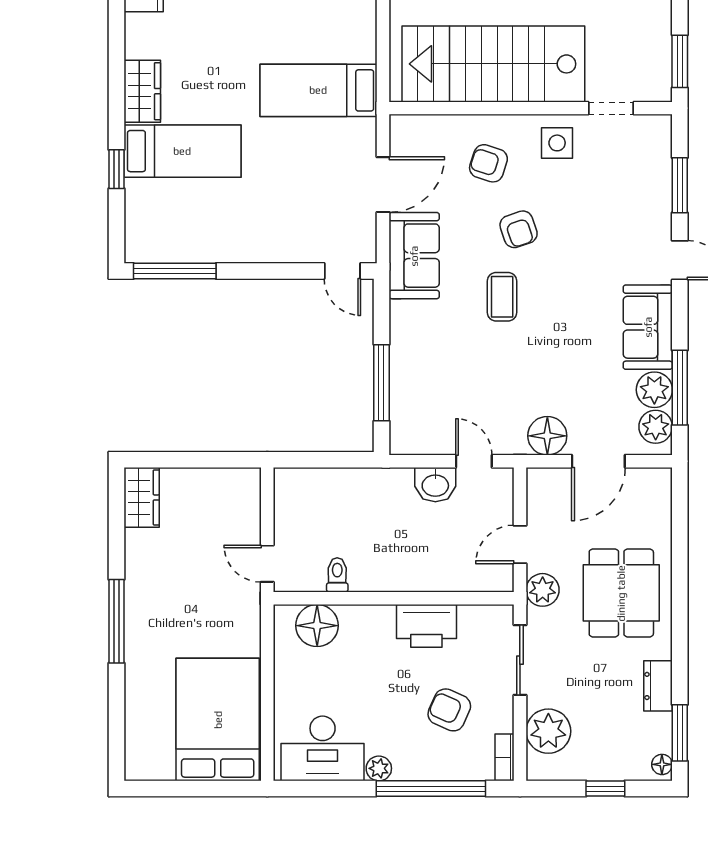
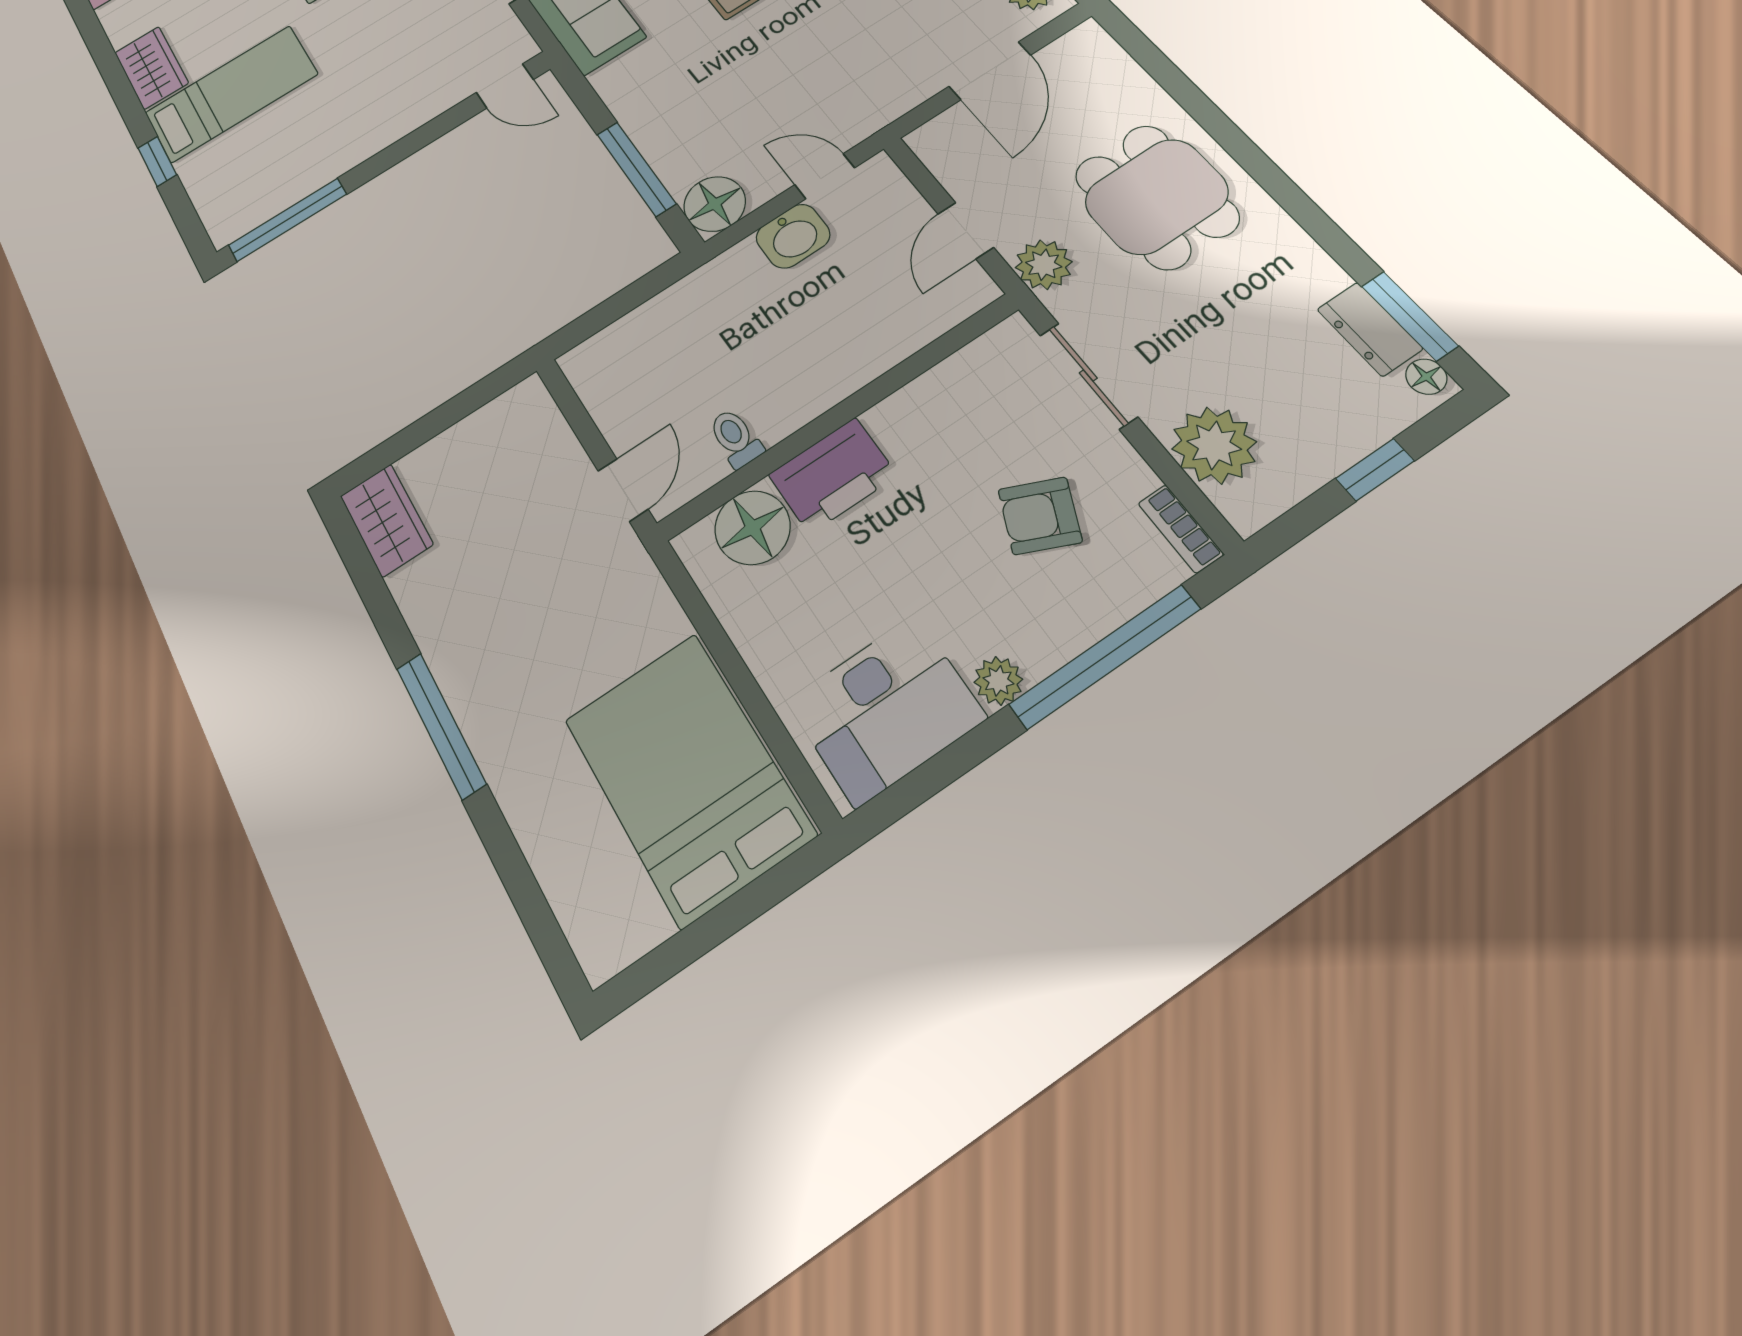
floor lamp: (547, 436) -> (715, 204), moved
door: (267, 564) -> (623, 490), swing flipped
printer: (426, 626) -> (833, 475), moved
dresser: (658, 686) -> (1370, 329), moved

